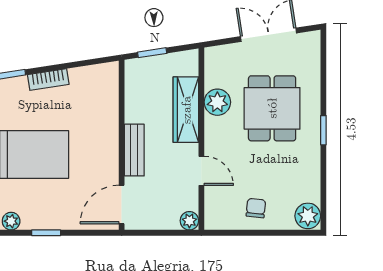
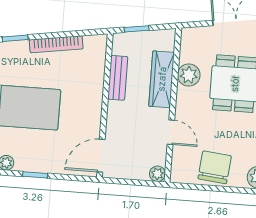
bookcase: (48, 80) -> (56, 44), width x1.56
bench: (134, 150) -> (118, 78), moved
chair: (256, 208) -> (215, 167), width x1.87, depth x1.87

